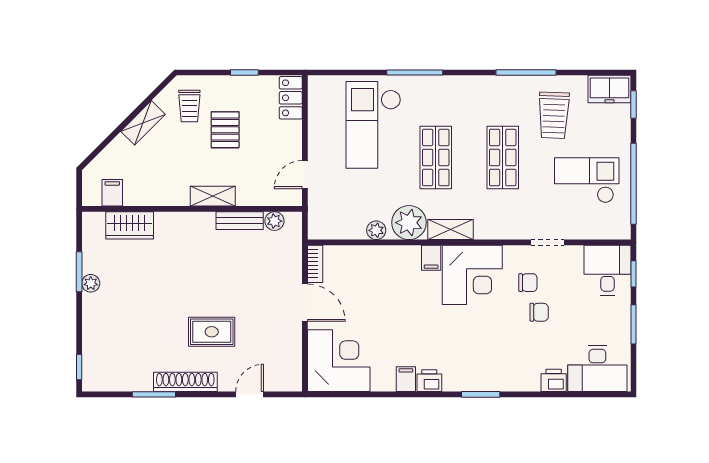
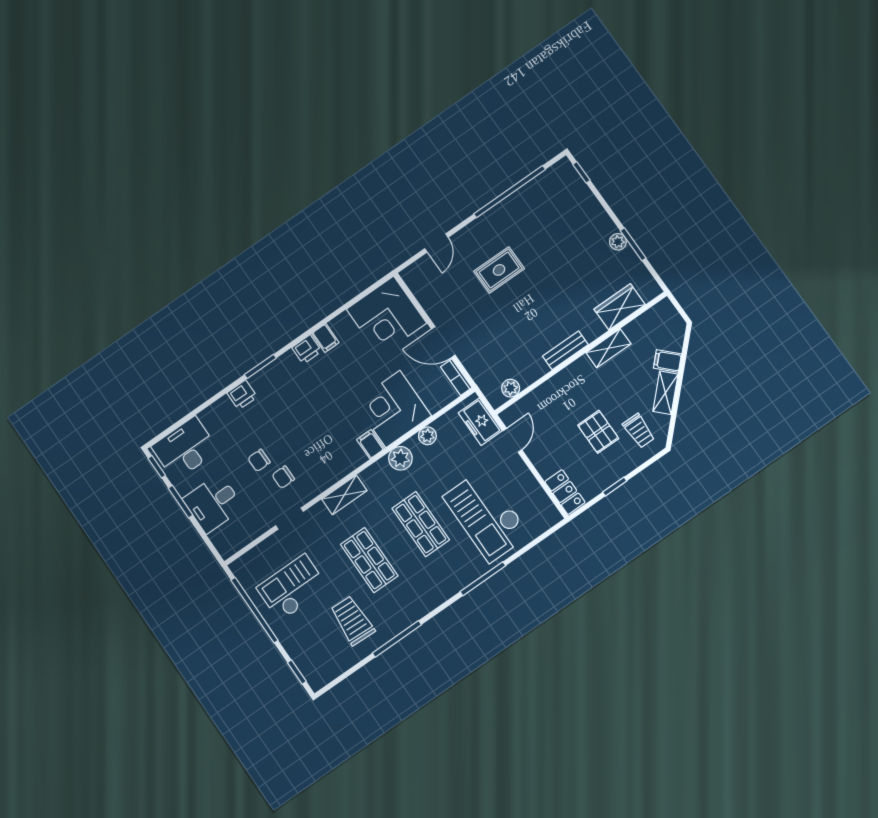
freezer: (610, 89) -> (480, 422), moved, turned -90
trolley: (189, 106) -> (639, 431), turned 180
checkout: (373, 125) -> (486, 516), turned 180
checkout: (587, 180) -> (292, 588), turned 180
filing cabinet: (112, 193) -> (667, 361), moved, turned 135
shelving: (213, 196) -> (608, 348), moved
bench: (240, 221) -> (565, 350), moved
plant: (409, 223) -> (400, 458), width x0.73, depth x0.73
shelving: (450, 230) -> (344, 495), moved
desk: (607, 270) -> (213, 503), moved, turned 90
window: (633, 274) -> (157, 467), moved
corner desk: (472, 275) -> (393, 409), moved
printer: (554, 380) -> (242, 395), moved
shoe rack: (185, 382) -> (492, 218), removed
window: (154, 394) -> (510, 192), width x2.11

